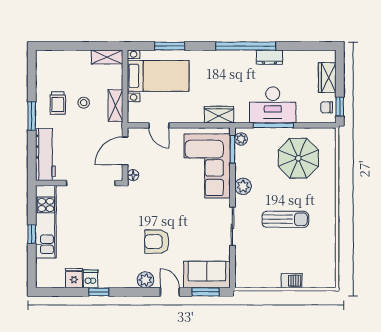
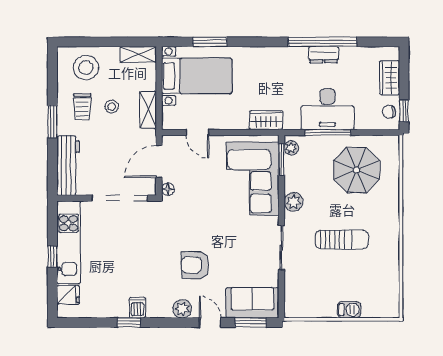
window: (246, 46) -> (322, 42), moved
stool: (61, 69) -> (86, 68), added
fridge: (74, 278) -> (68, 295), moved, turned 90
dishwasher: (91, 279) -> (137, 308), moved

